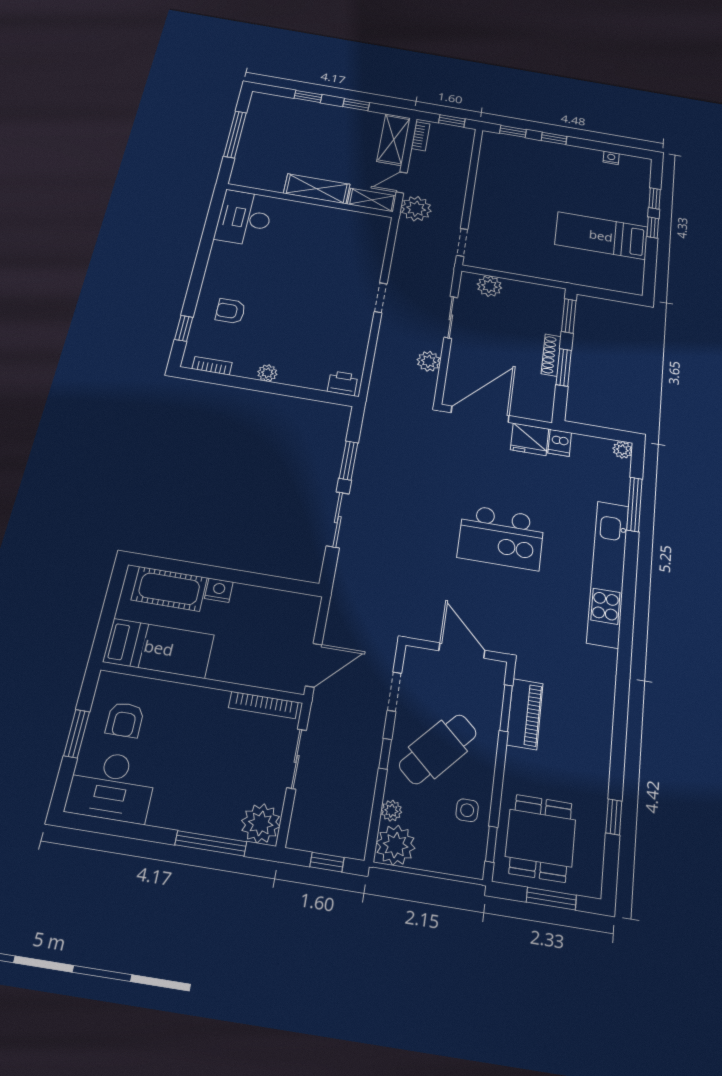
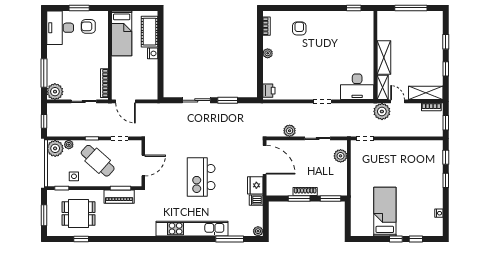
desk: (244, 218) -> (357, 87), moved, turned 180
window: (184, 328) -> (354, 8), moved
dining table: (541, 838) -> (78, 214), moved

